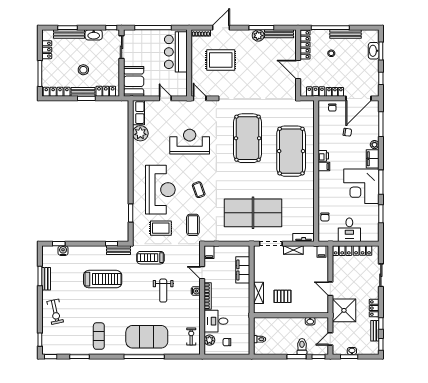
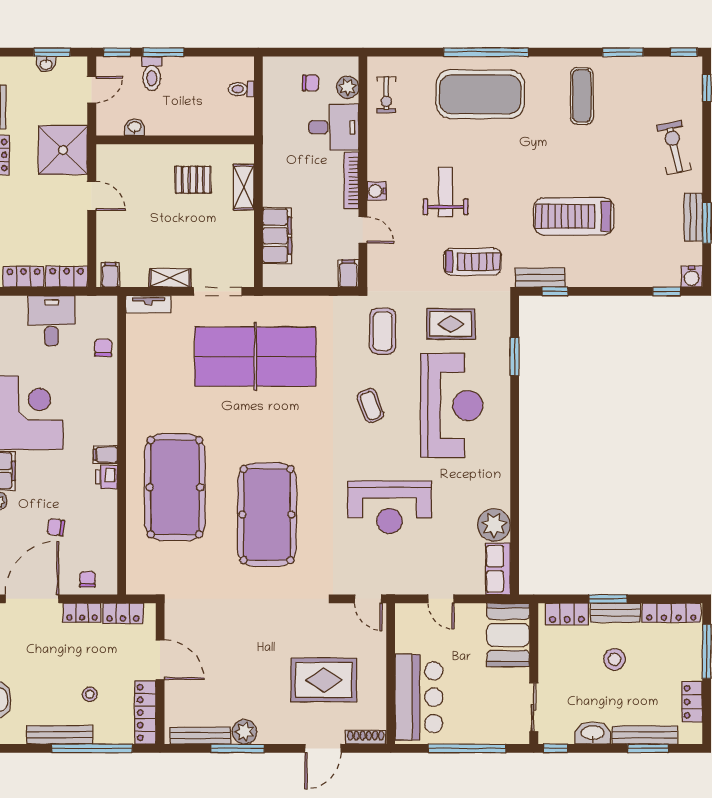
reception desk: (160, 190) -> (452, 406), turned 180
water cooler: (63, 251) -> (692, 277), moved

